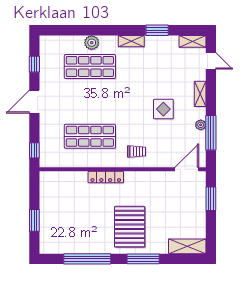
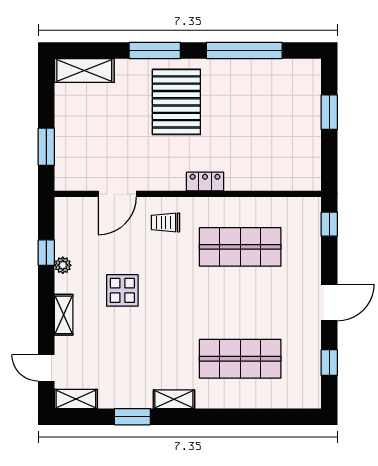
plant: (92, 43) -> (237, 397), removed
window: (211, 133) -> (46, 253), width x0.46
door: (187, 169) -> (117, 194), moved
locker: (106, 177) -> (205, 181), width x0.66

